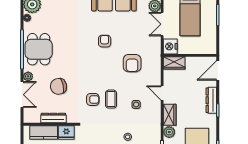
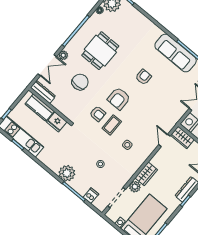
dining table: (39, 49) -> (100, 51), moved
armchair: (132, 63) -> (119, 99), moved
chair: (58, 86) -> (80, 82), turned 102
door: (162, 93) -> (164, 140), moved
dresser: (53, 118) -> (43, 92), moved

